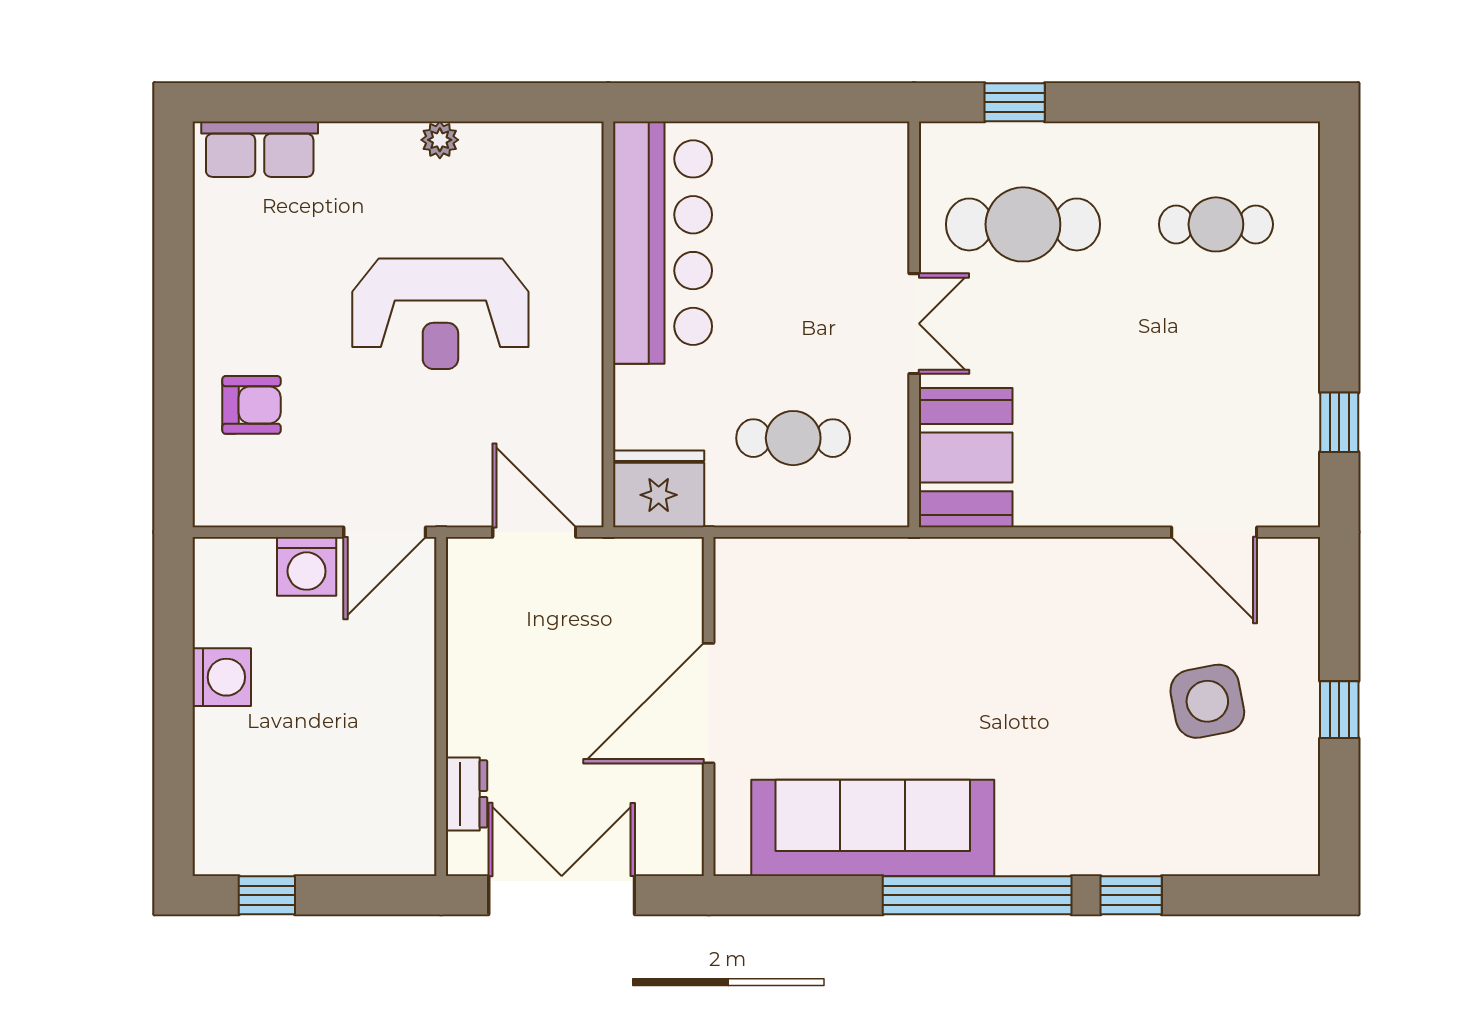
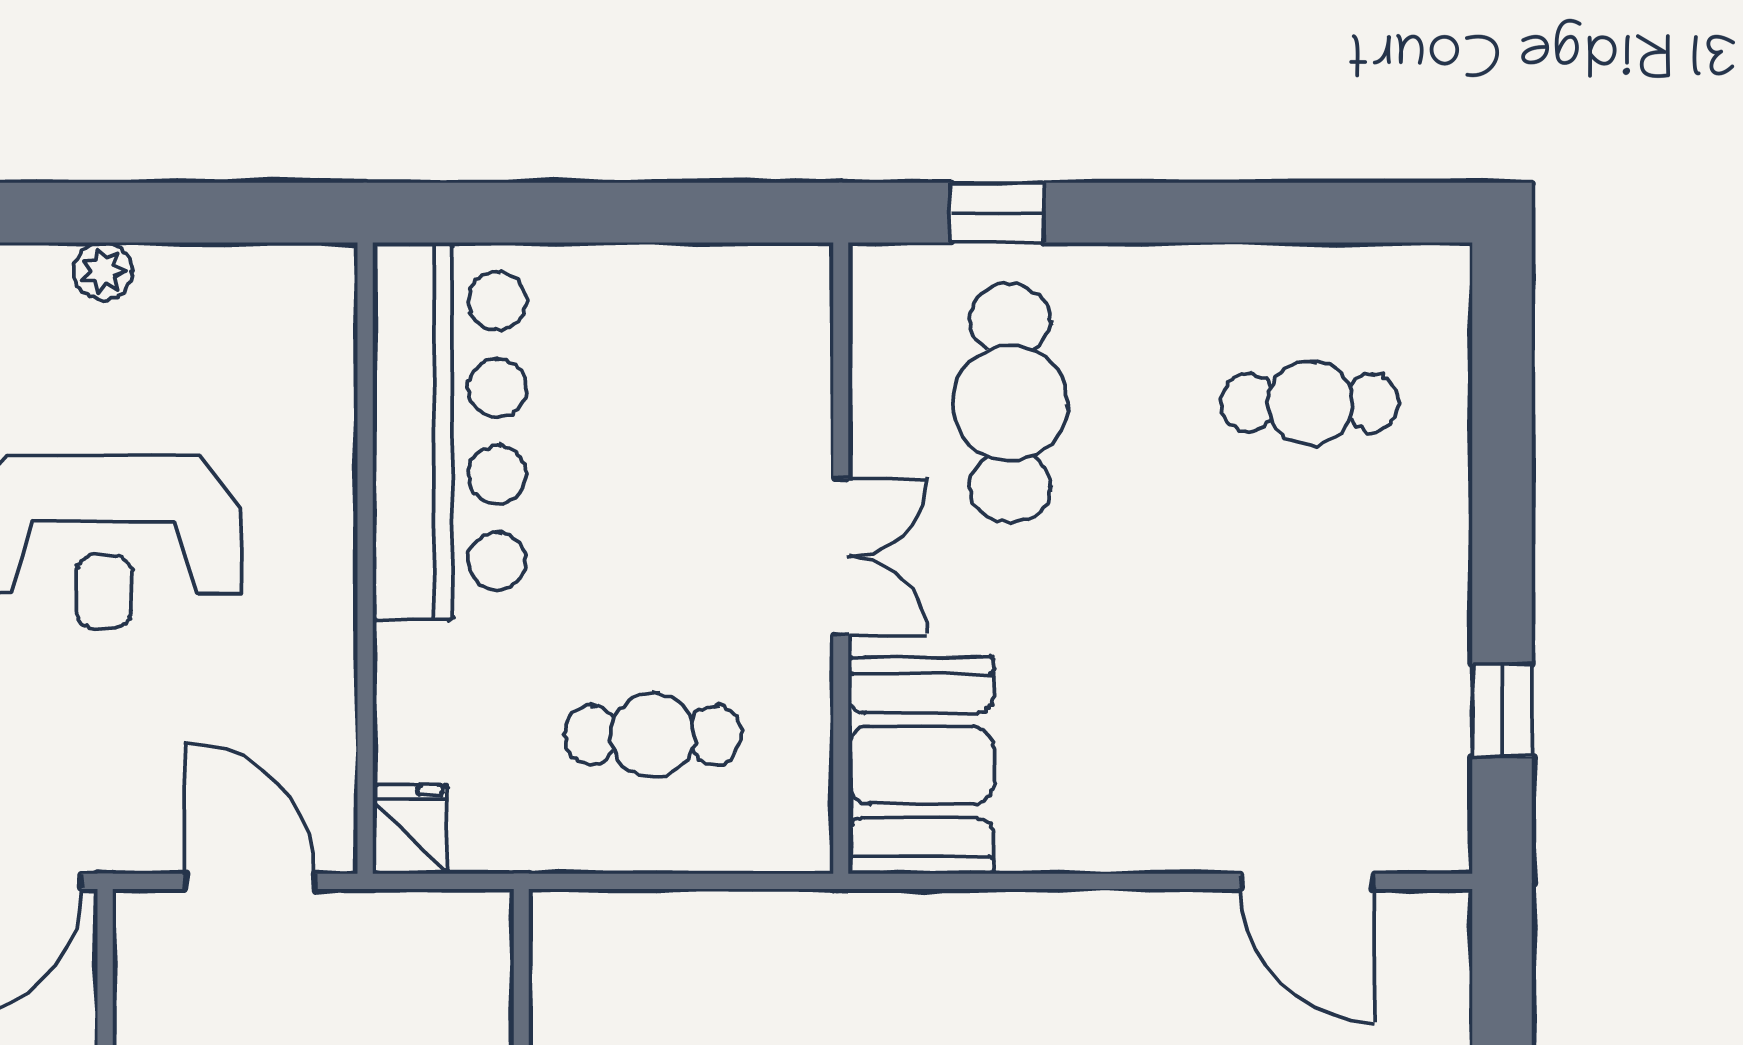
cafe table: (1023, 224) -> (1010, 403), turned 90
fridge: (659, 489) -> (410, 829), width x0.53, depth x0.75

